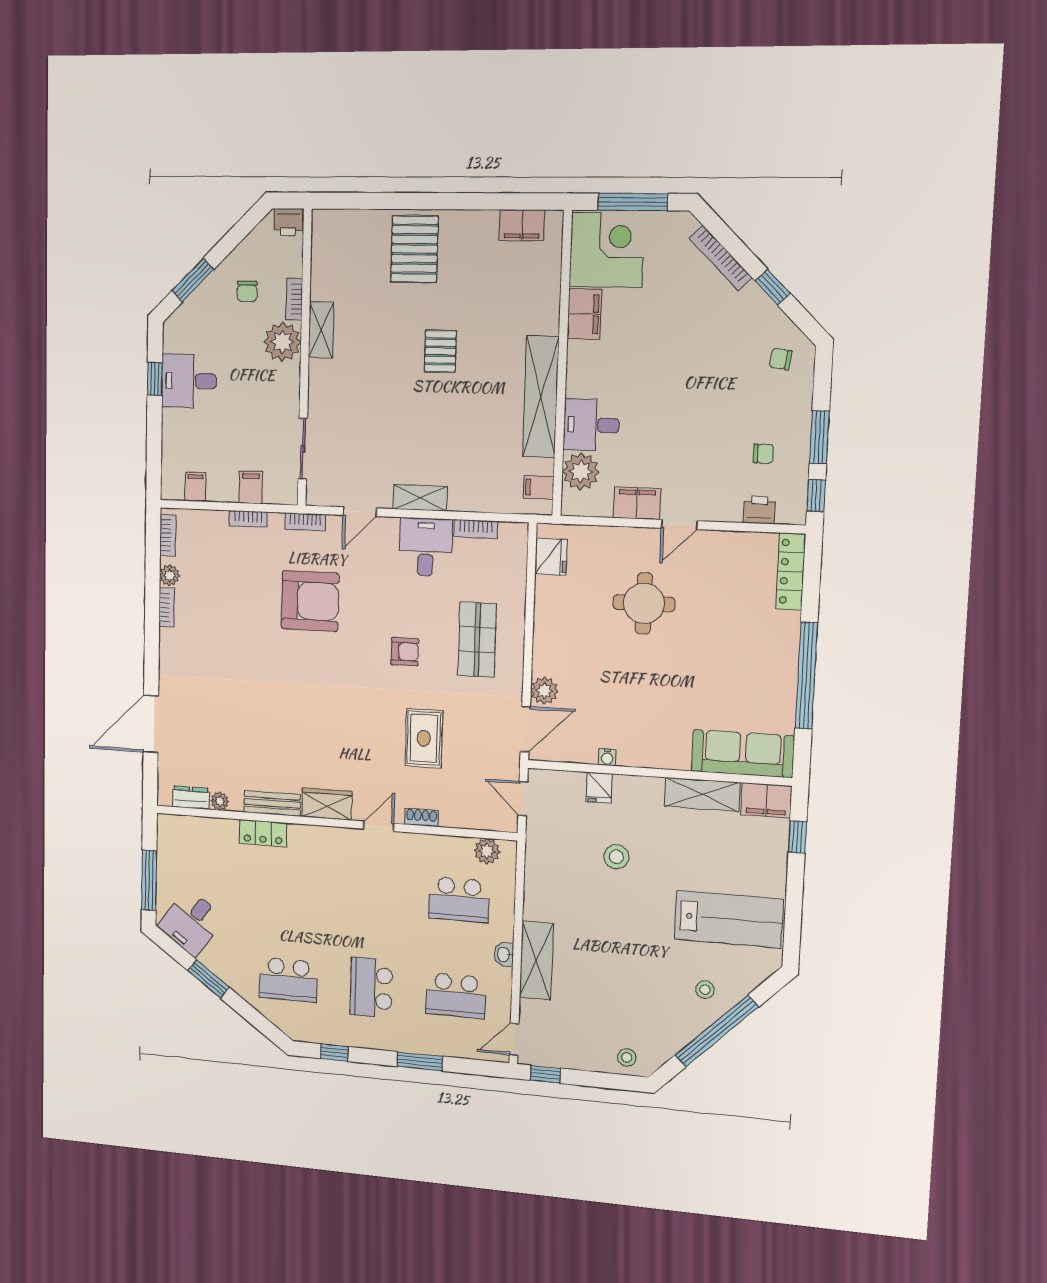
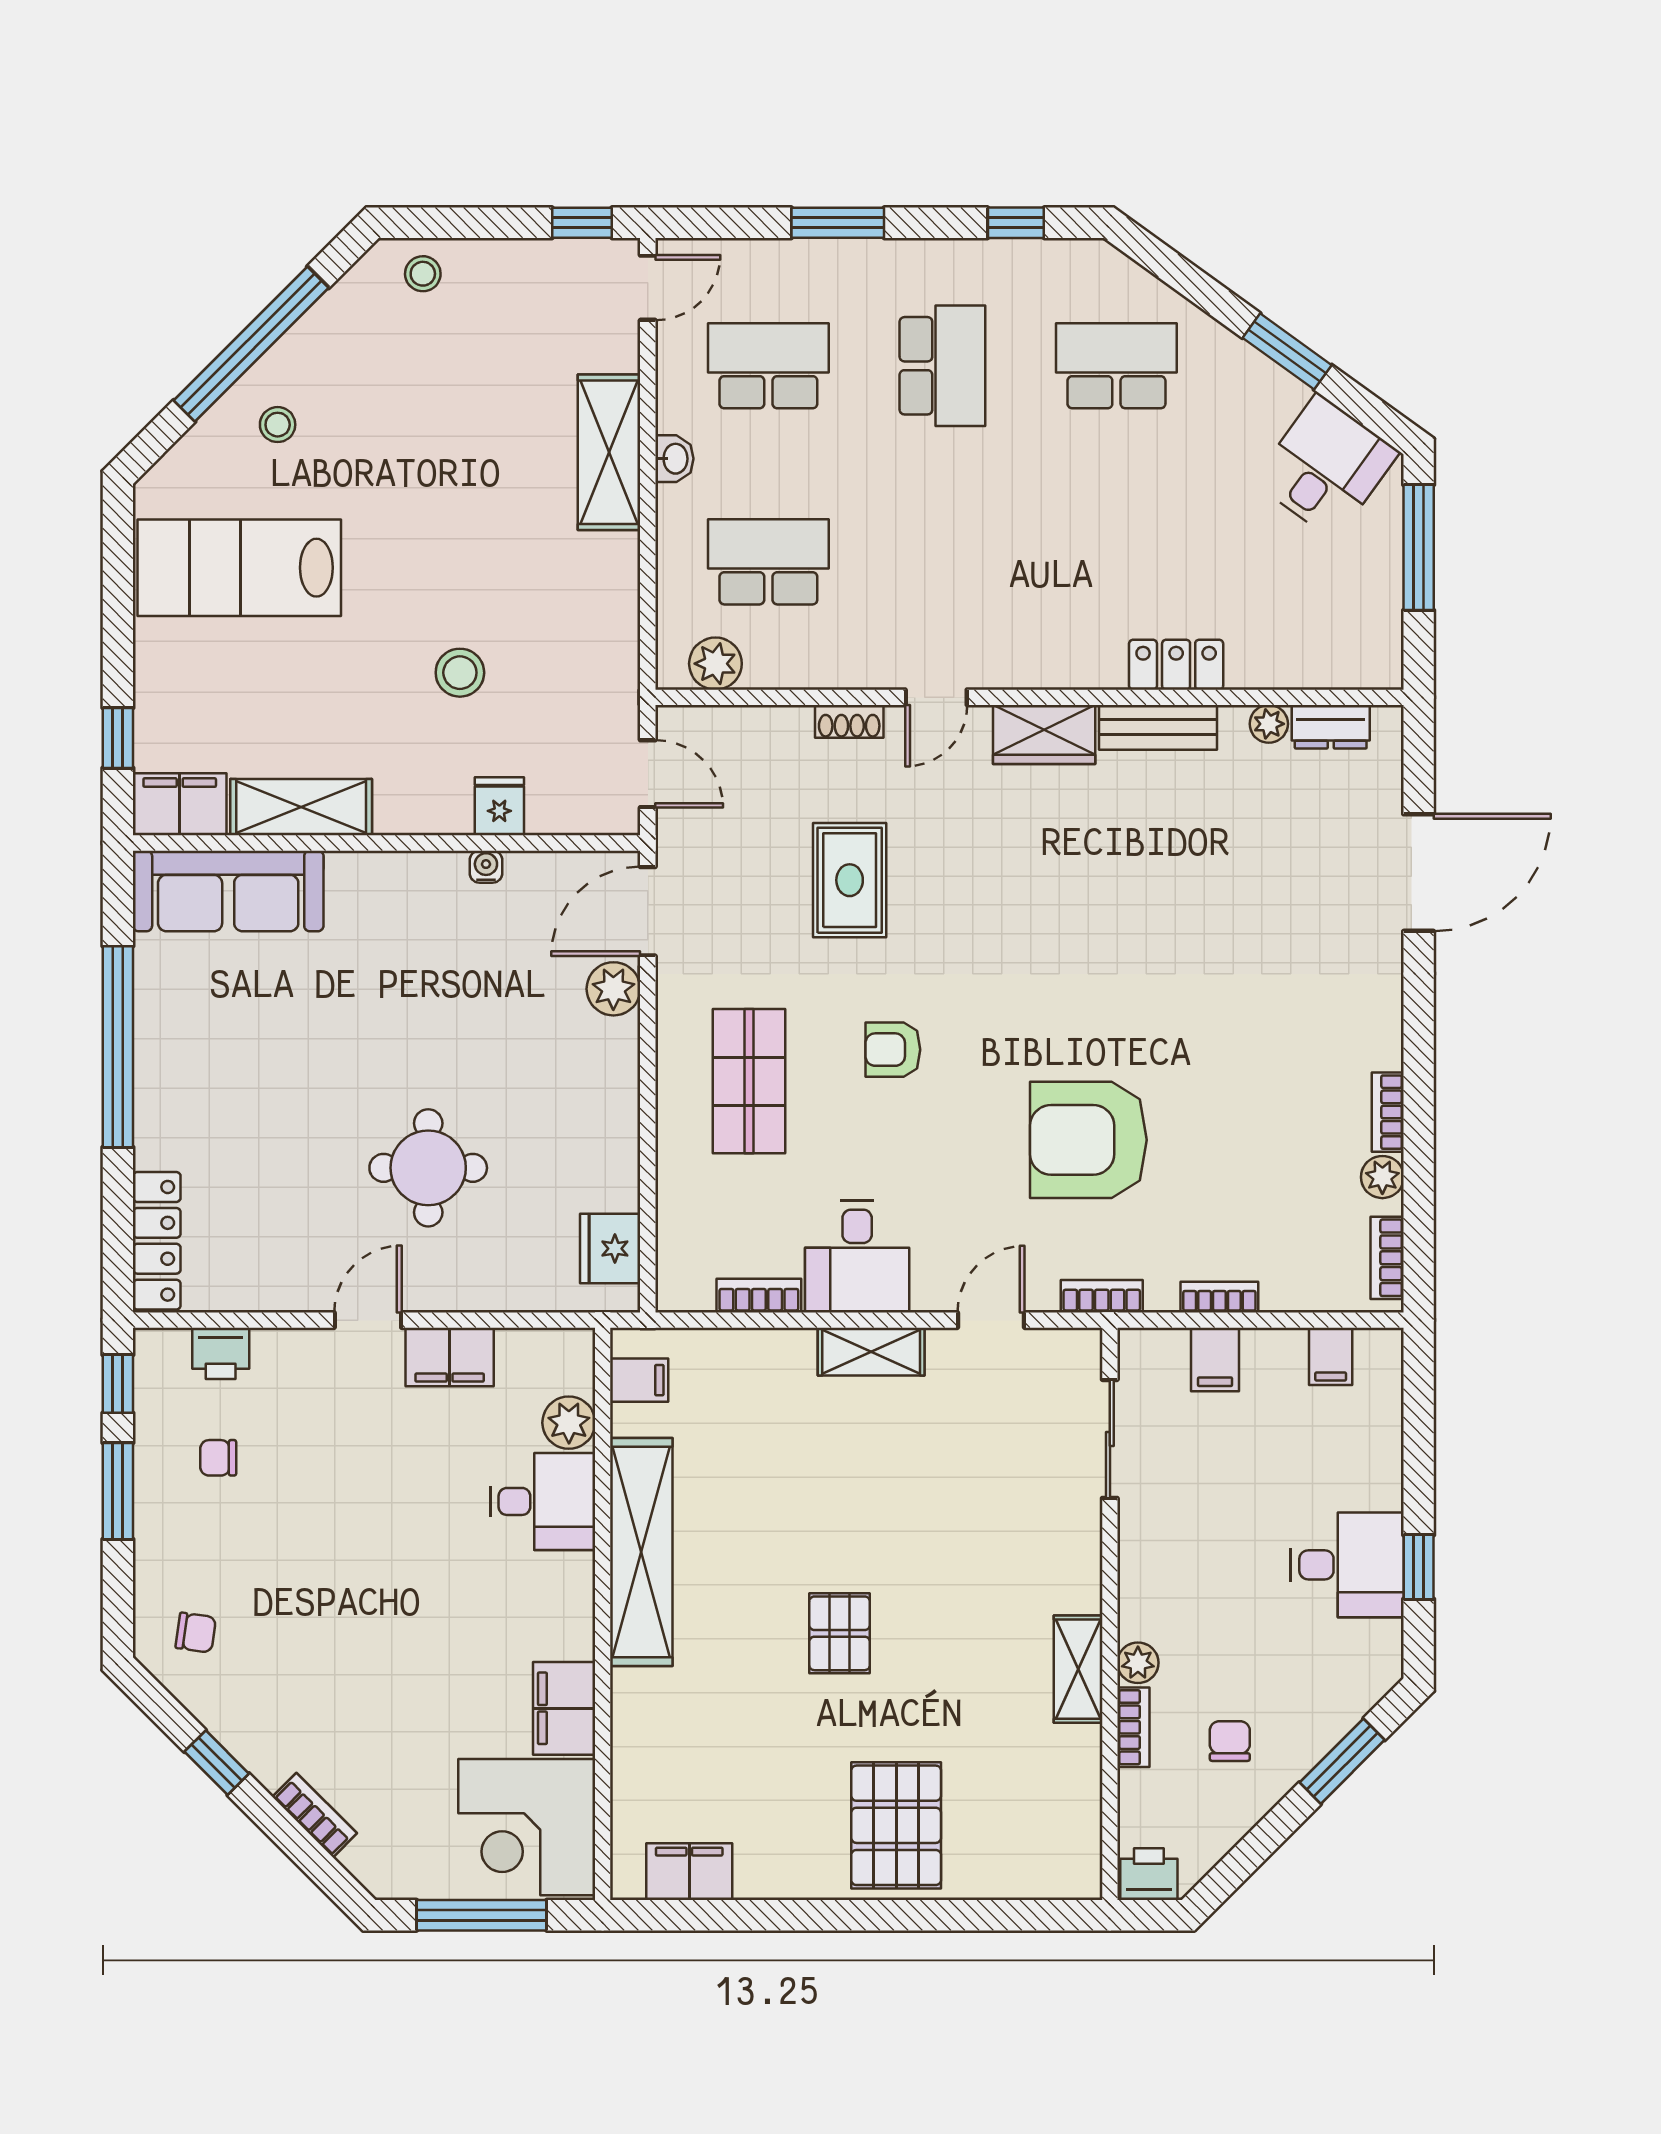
bookcase: (721, 258) -> (315, 1815), width x0.64
plant: (282, 342) -> (1138, 1663), width x0.53, depth x0.53
plant: (581, 472) -> (569, 1423), width x0.73, depth x0.73

